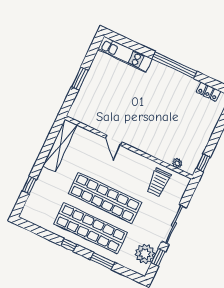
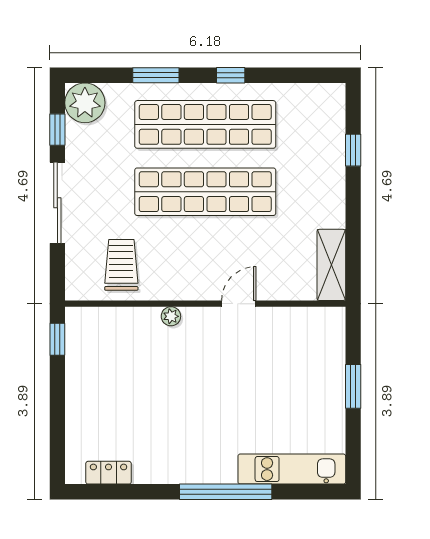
window: (175, 65) -> (226, 492), moved
door: (114, 140) -> (239, 304), hinge flipped
shelving: (60, 145) -> (331, 265), width x0.68
plant: (177, 163) -> (171, 316), moved
plant: (145, 254) -> (85, 103), moved

